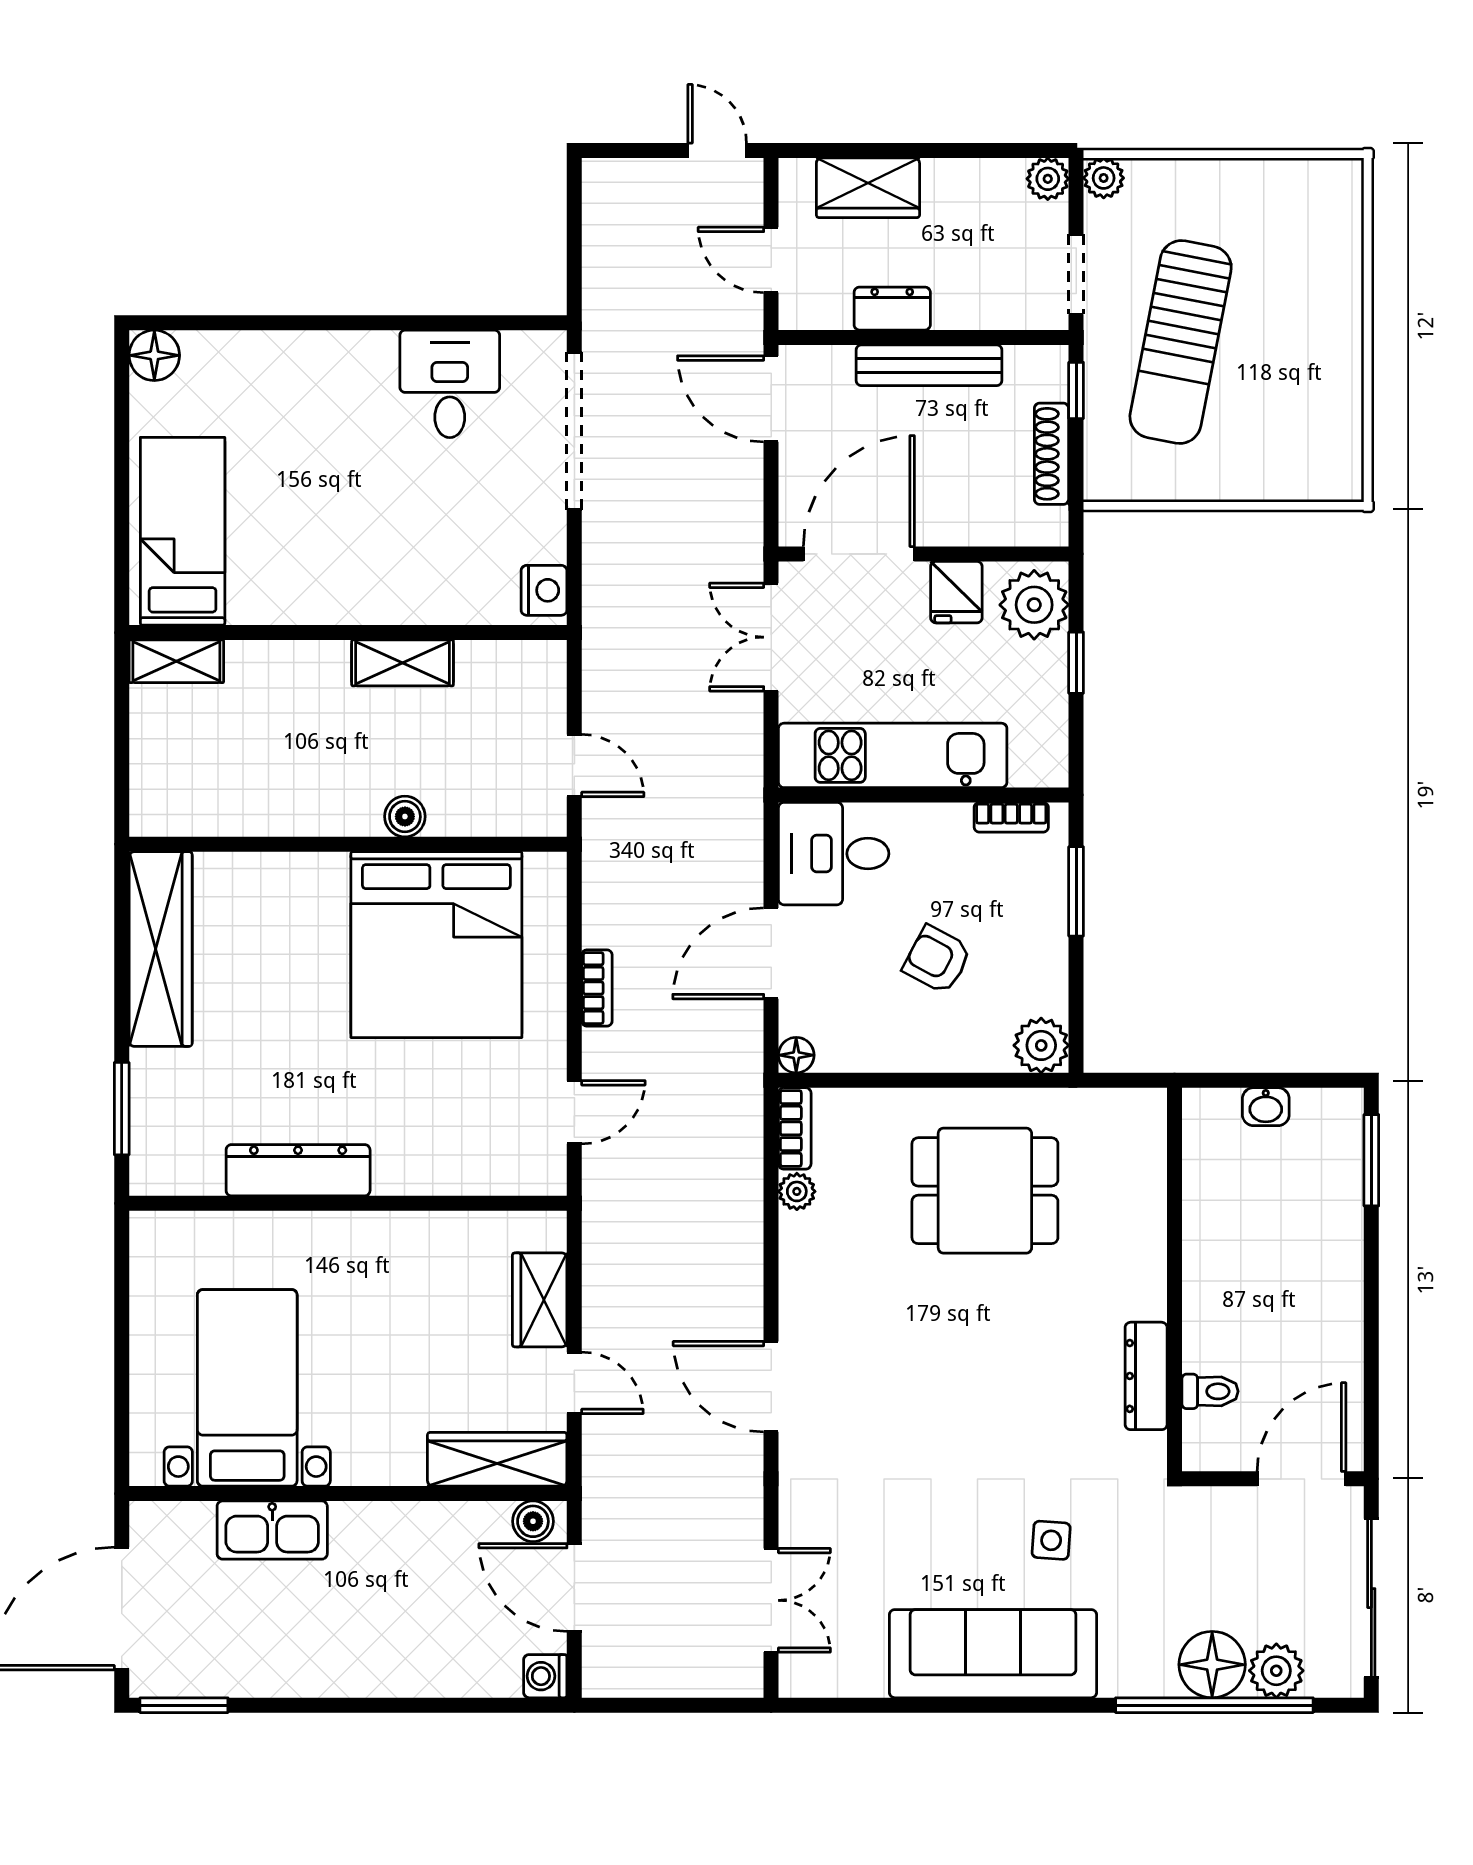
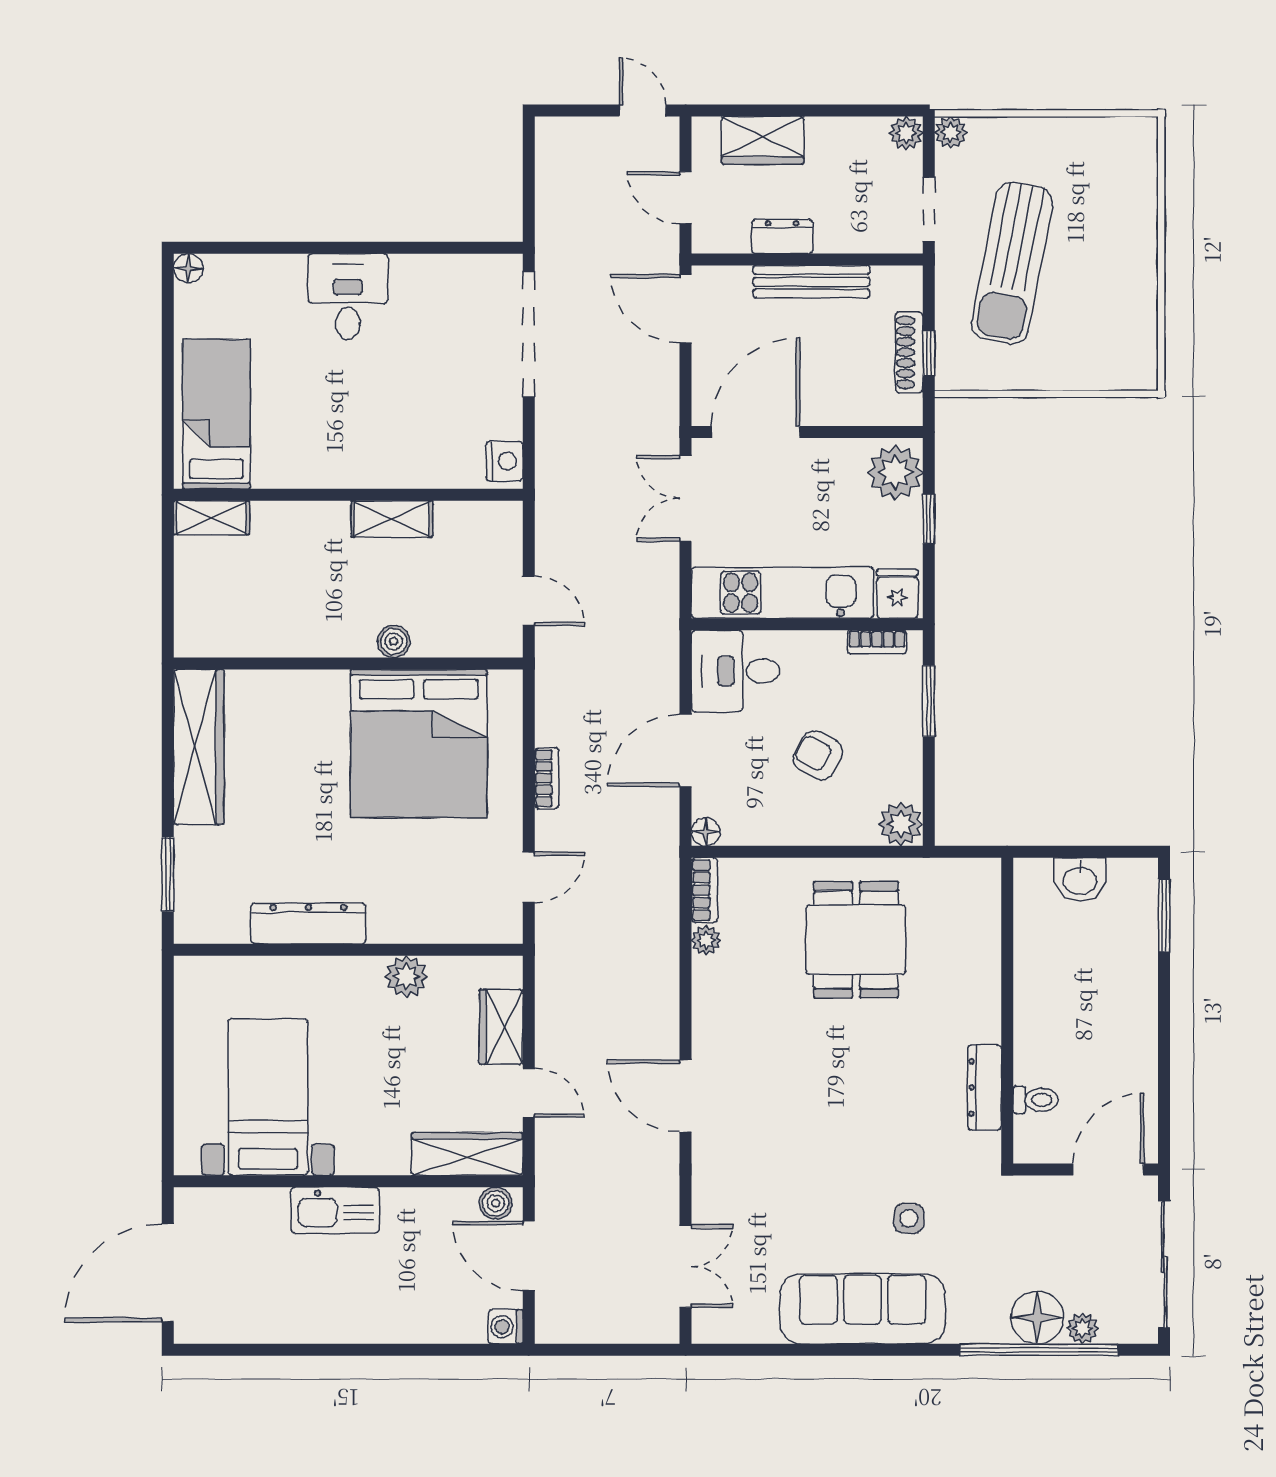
floor lamp: (154, 355) -> (188, 268), width x0.73, depth x0.73
desk: (450, 384) -> (348, 297), moved
window: (1076, 390) -> (929, 353), moved
fridge: (956, 592) -> (897, 594), moved, turned 180
washbasin: (1266, 1107) -> (1080, 880), width x1.38, depth x1.45
dining table: (985, 1191) -> (856, 940), turned 90
plant: (421, 1237) -> (406, 977), added
kitchen sink: (272, 1530) -> (335, 1210), moved
plant: (1276, 1671) -> (1082, 1328), width x0.73, depth x0.73
window: (184, 1705) -> (218, 1350), removed

